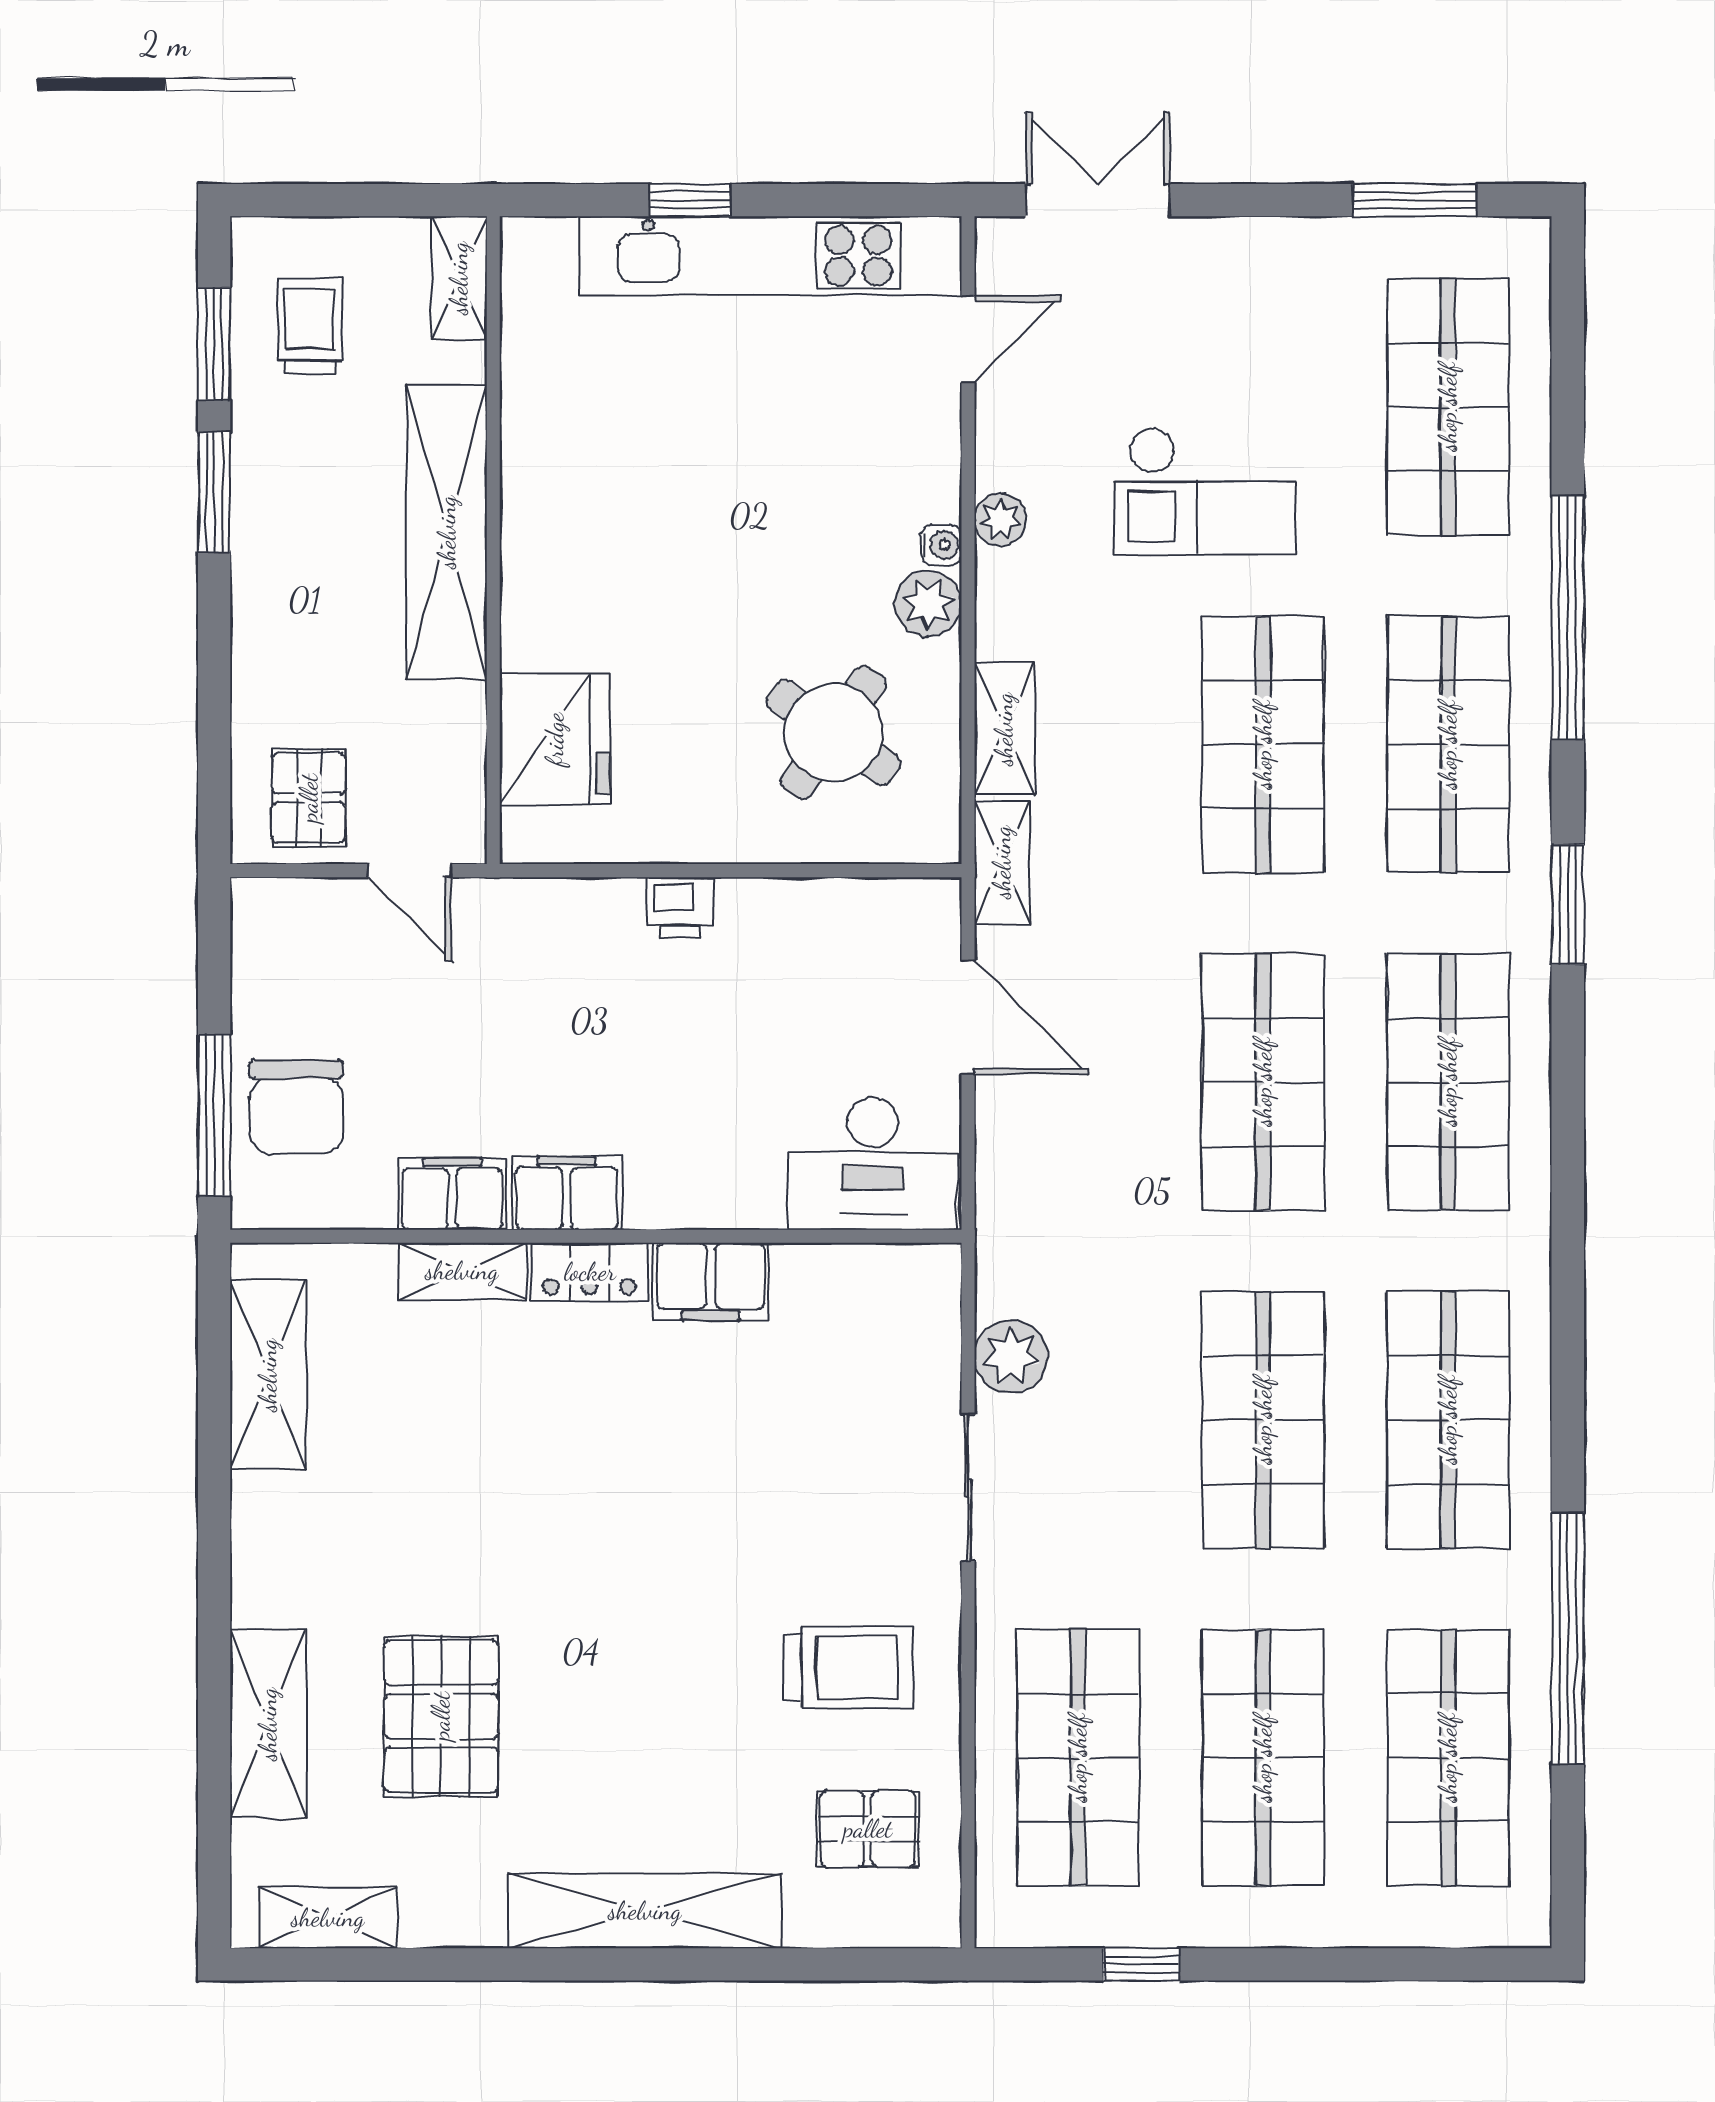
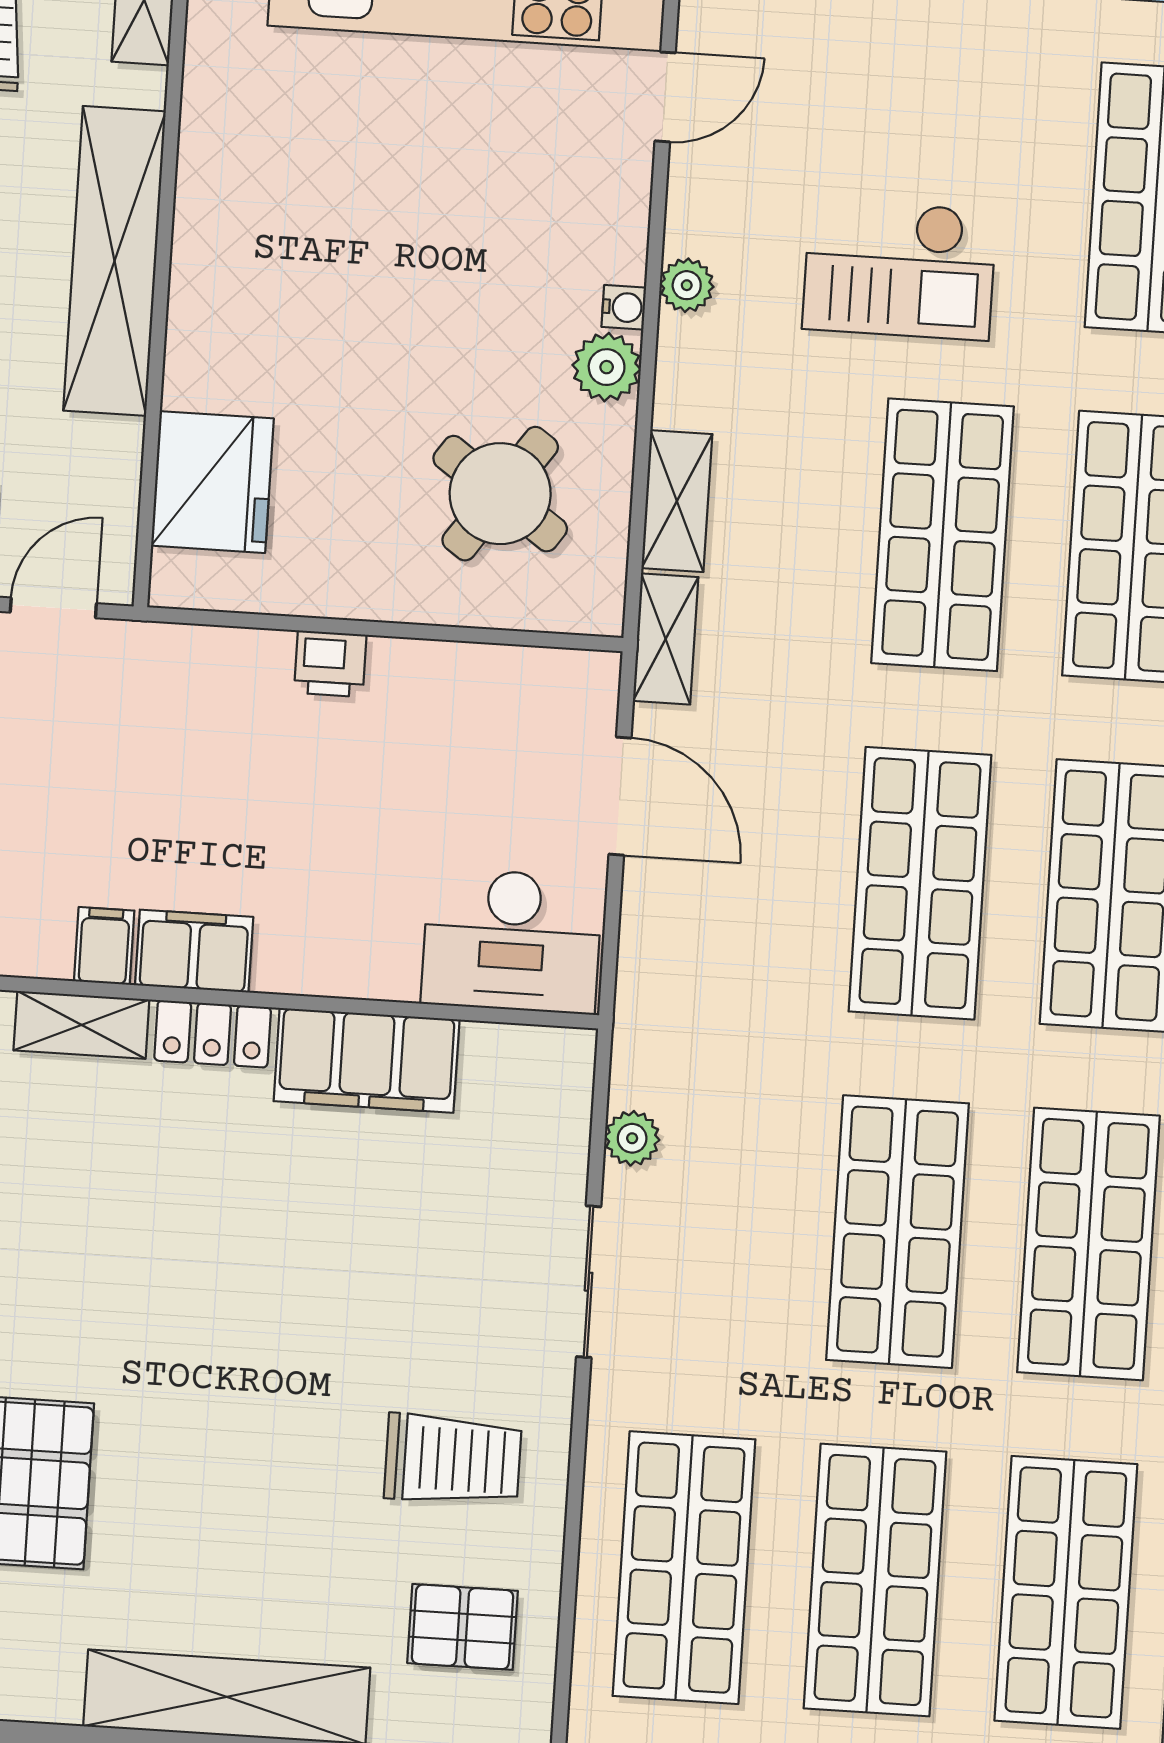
door: (409, 871) -> (53, 608), swing flipped
filing cabinet: (452, 1194) -> (104, 946), width x0.50
filing cabinet: (711, 1281) -> (367, 1060), width x1.50, depth x1.17
plant: (1011, 1356) -> (632, 1138), width x0.73, depth x0.73

